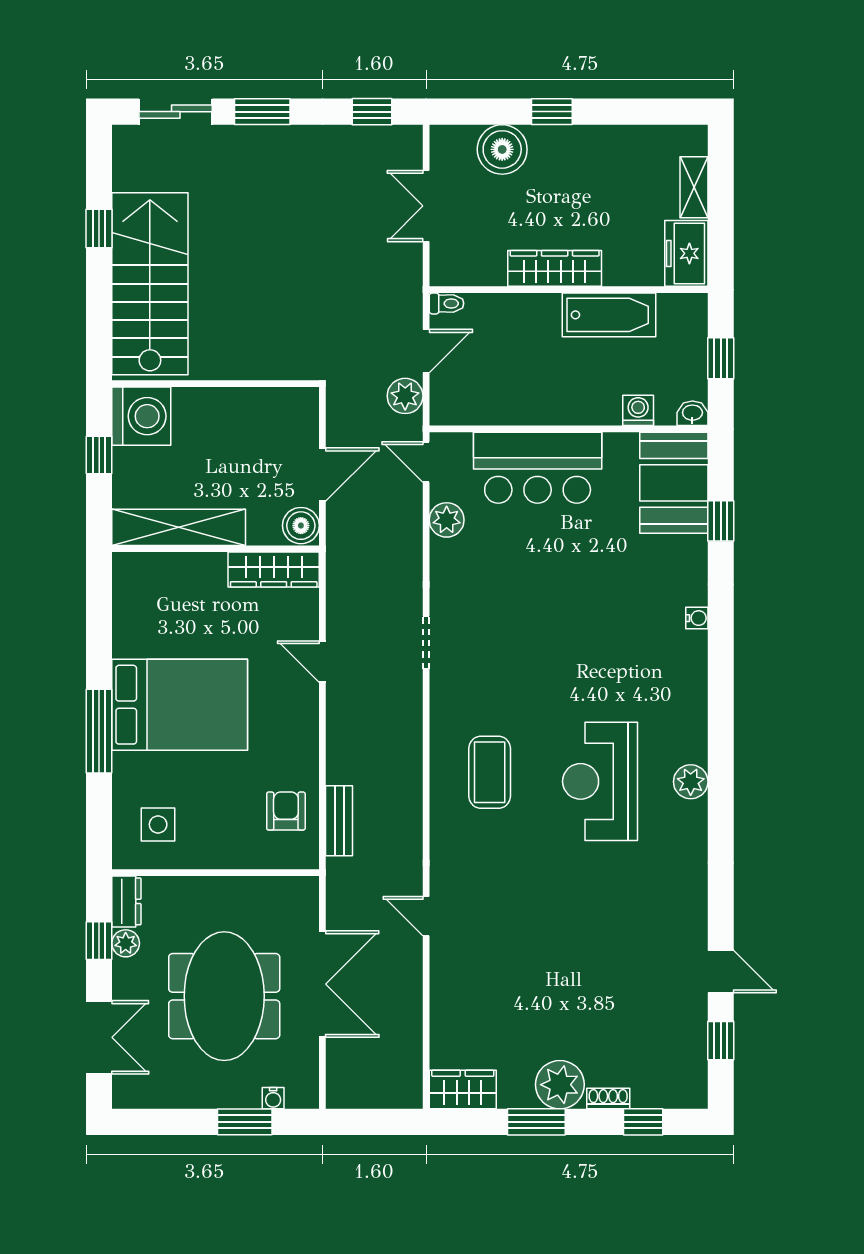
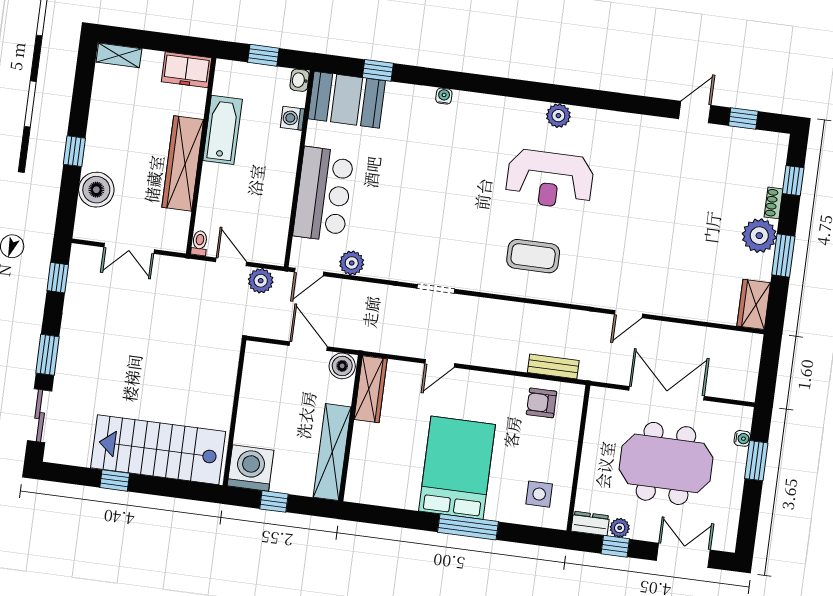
shelving: (694, 187) -> (119, 55), moved
wardrobe: (555, 268) -> (183, 163), width x1.40, depth x1.17

